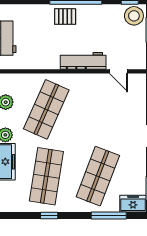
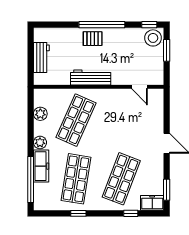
workbench: (83, 61) -> (91, 77), moved
window: (109, 215) -> (131, 213), width x0.46

